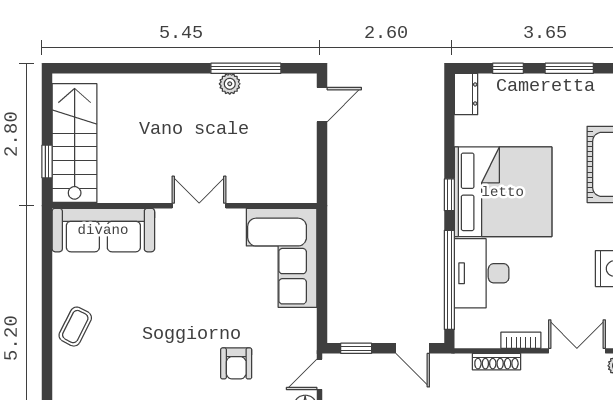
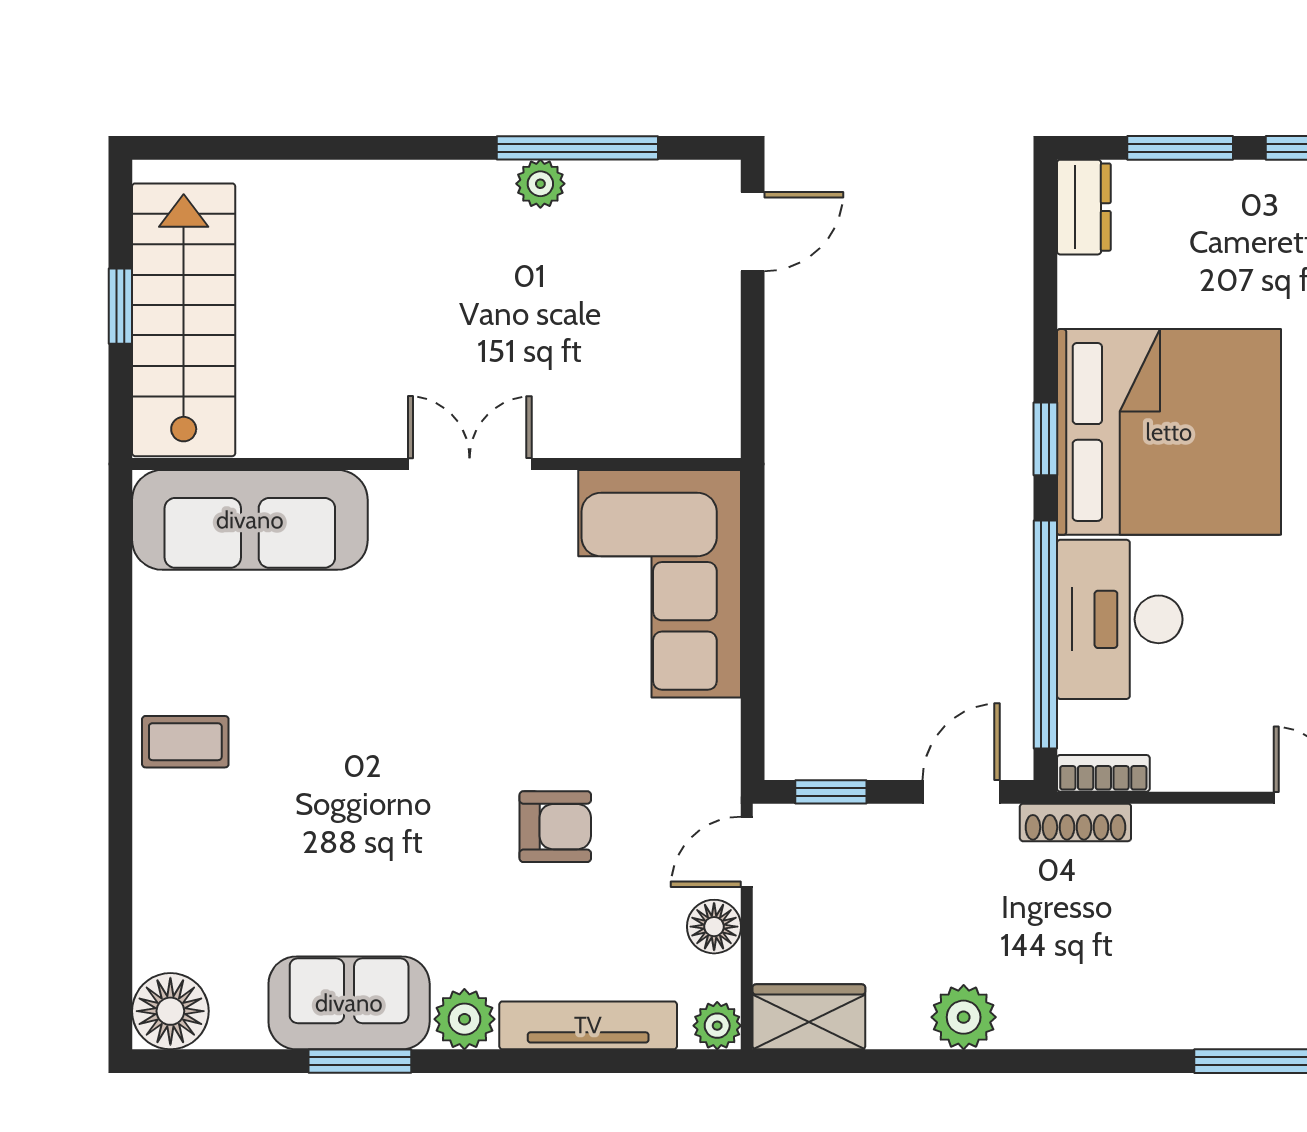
window: (508, 68) -> (1180, 148), width x1.50
window: (47, 161) -> (120, 306), moved
coffee table: (75, 327) -> (185, 742), turned 63
bookcase: (521, 340) -> (1103, 773), moved
door: (413, 348) -> (961, 792), swing flipped
shoe rack: (496, 362) -> (1075, 822), moved
armchair: (236, 363) -> (555, 827), turned -90

